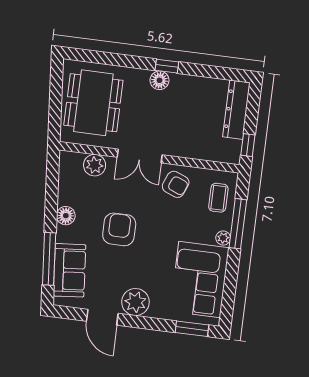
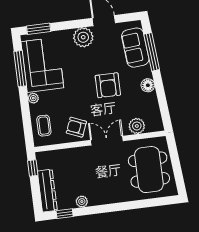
window: (167, 66) -> (65, 214), moved
floor lamp: (160, 80) -> (107, 197), removed
plant: (194, 83) -> (82, 202), added
window: (238, 224) -> (20, 69), moved

